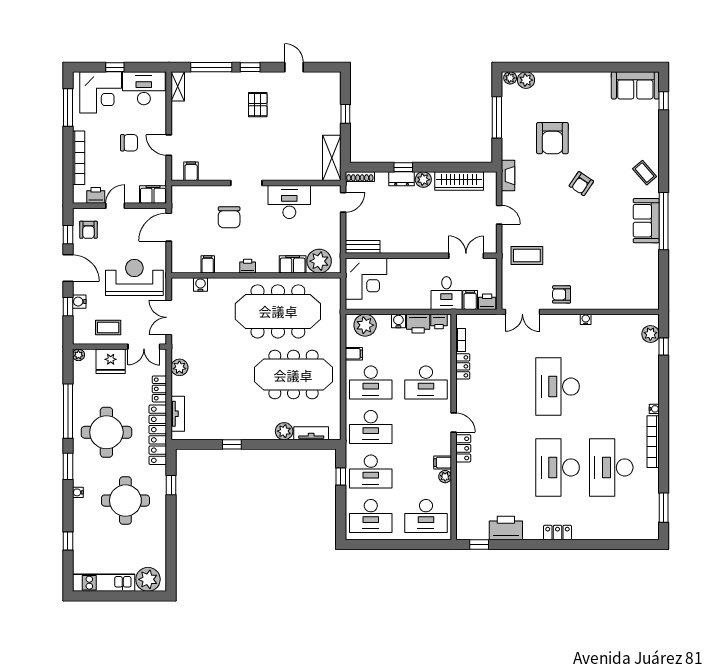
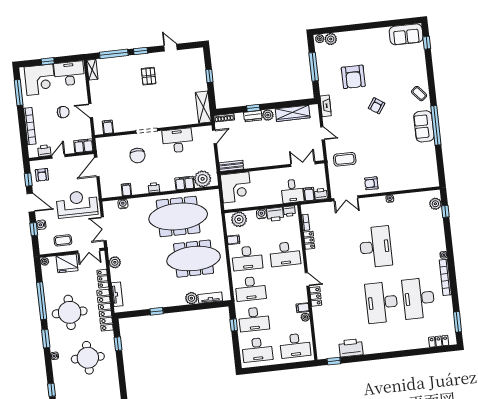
desk: (558, 387) -> (376, 247), turned 180
locker: (557, 533) -> (439, 341), moved

